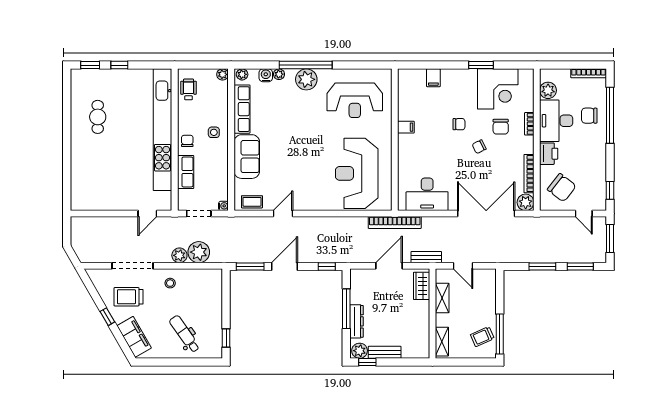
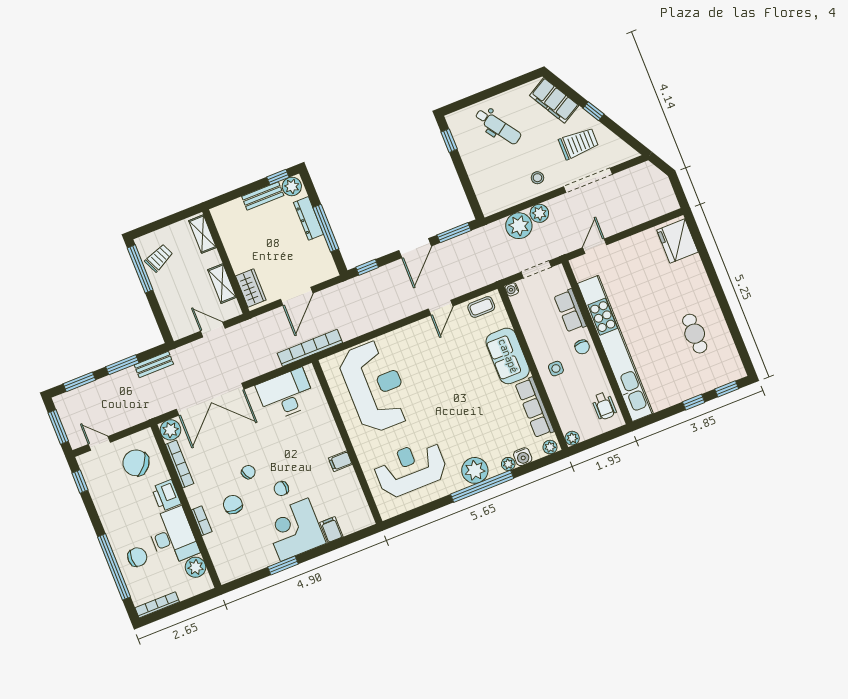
corner desk: (498, 89) -> (294, 530), moved
fridge: (83, 192) -> (677, 241), added
bench: (426, 257) -> (154, 365), moved

